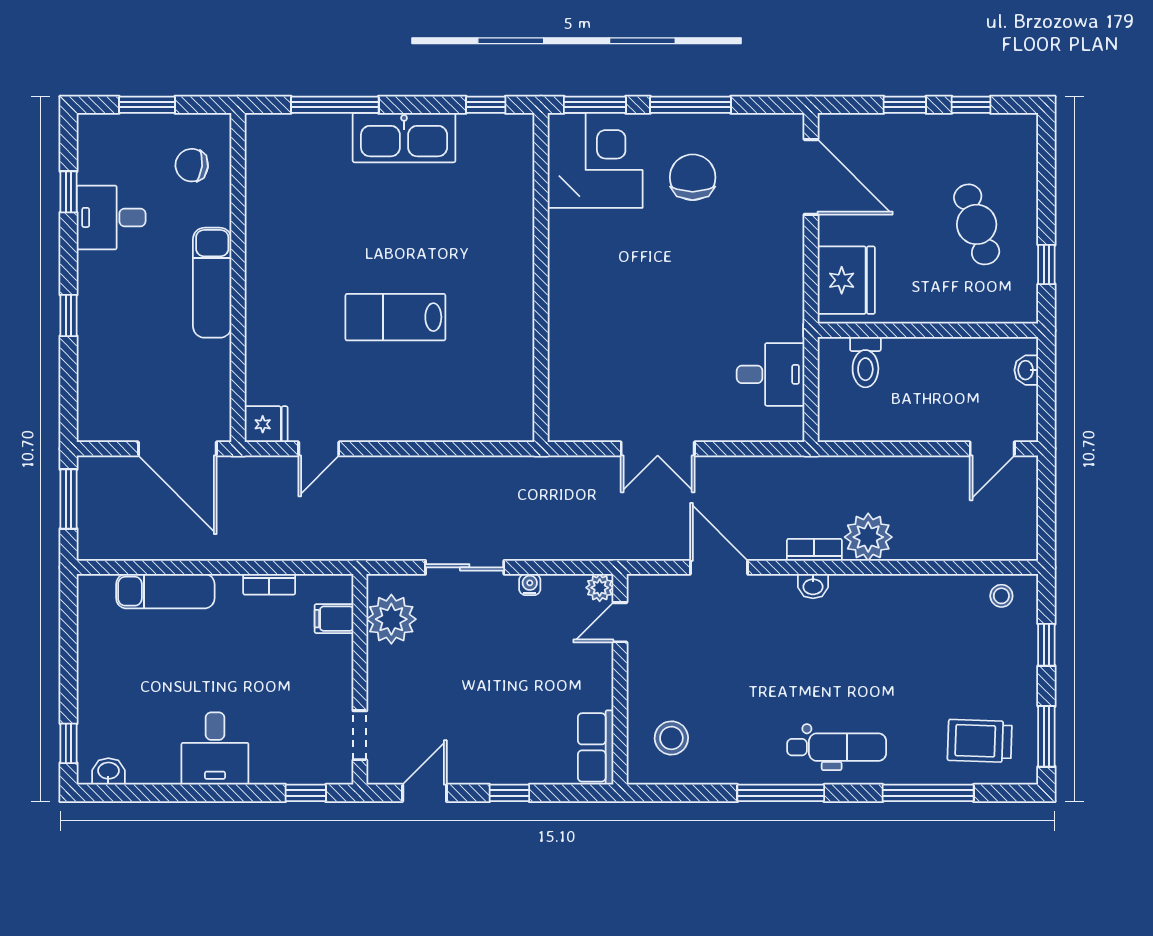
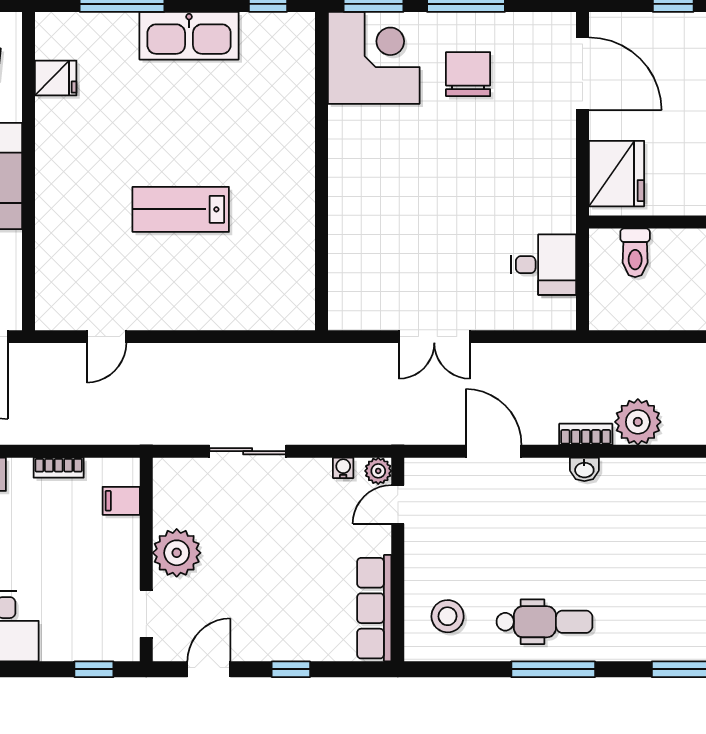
fridge: (266, 424) -> (56, 78), moved
water cooler: (530, 585) -> (343, 468), moved
plant: (391, 619) -> (177, 553), moved
row of seats: (596, 747) -> (374, 608), width x1.48
dental chair: (837, 747) -> (544, 622), moved

